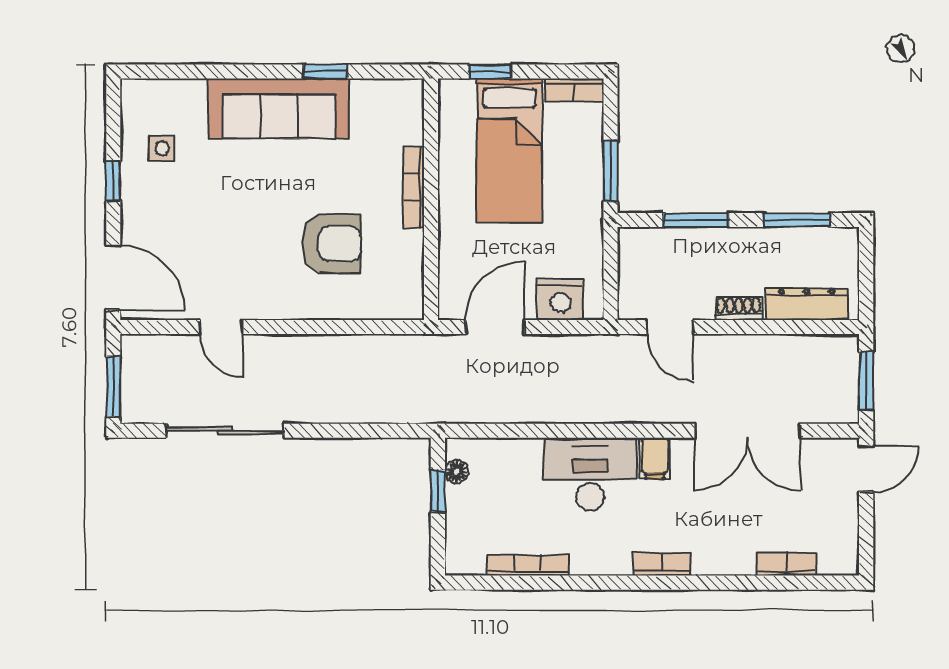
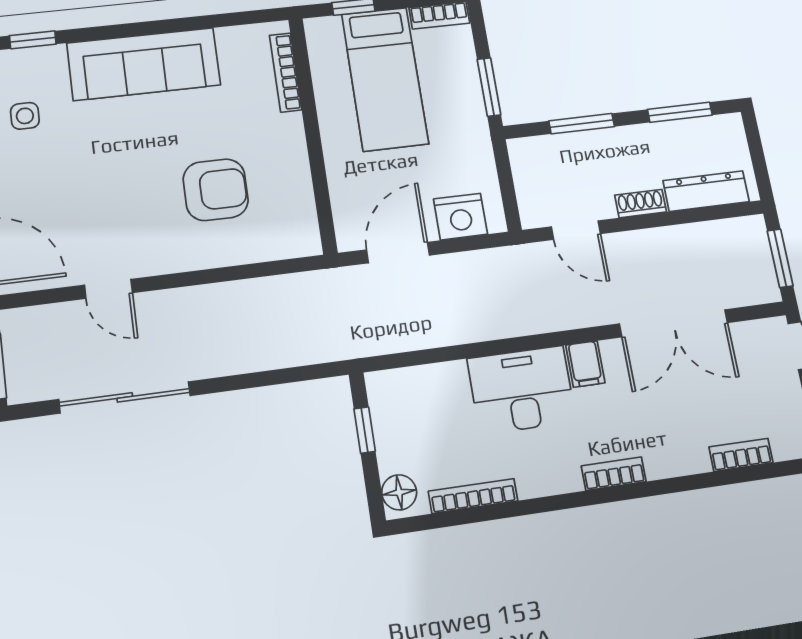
window: (325, 71) -> (33, 40), moved
bookcase: (414, 187) -> (286, 72), moved
floor lamp: (456, 472) -> (399, 492), moved, width x1.37, depth x1.37

